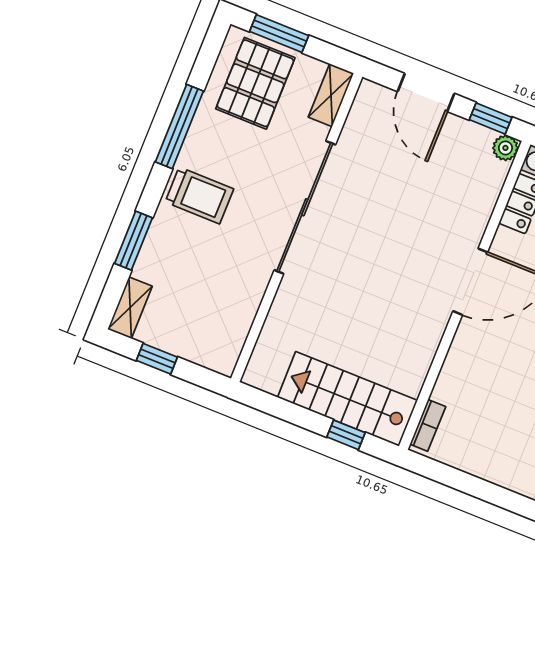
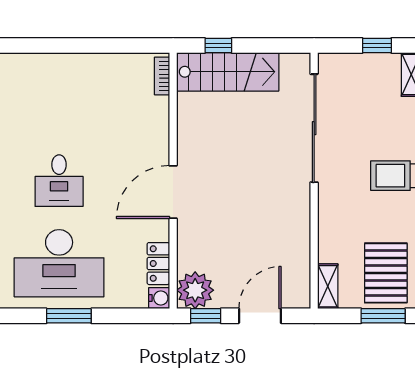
door: (426, 93) -> (260, 316), hinge flipped
plant: (505, 148) -> (195, 290), width x1.87, depth x1.87
sliding door: (305, 207) -> (314, 128), moved

